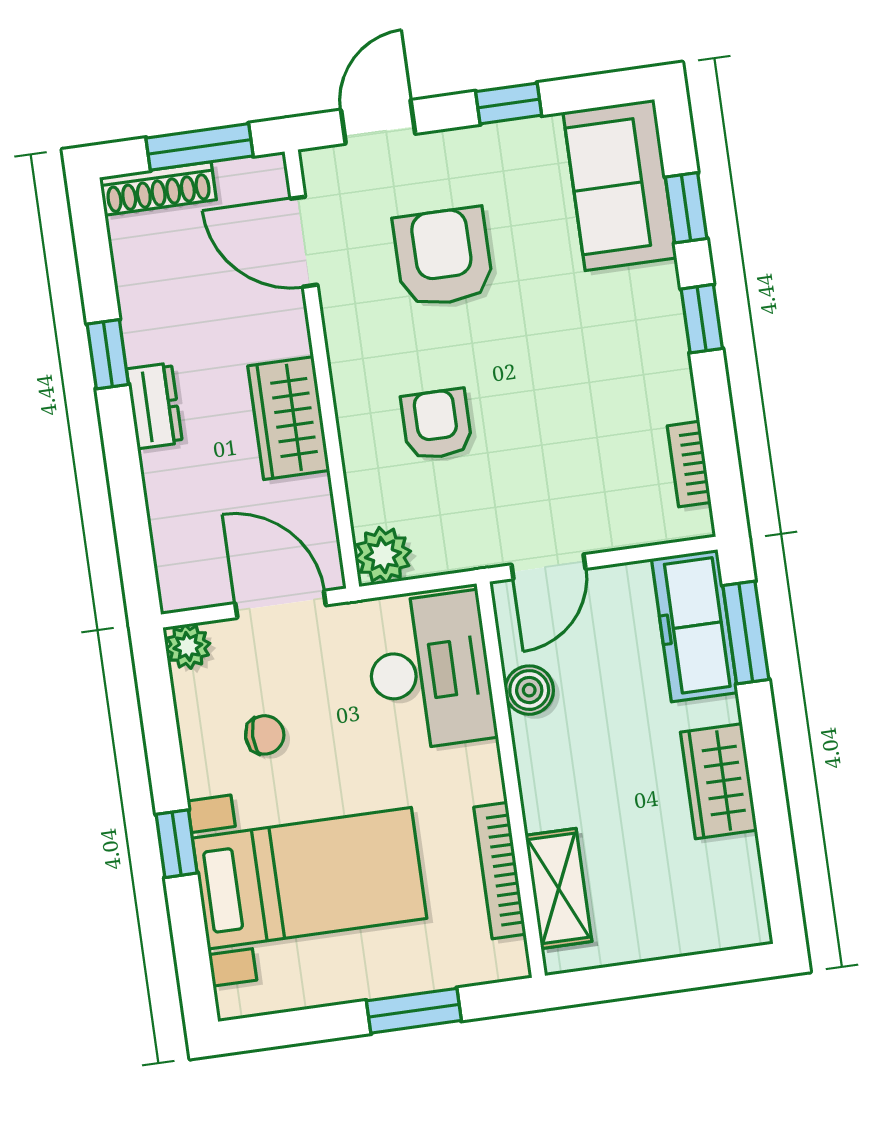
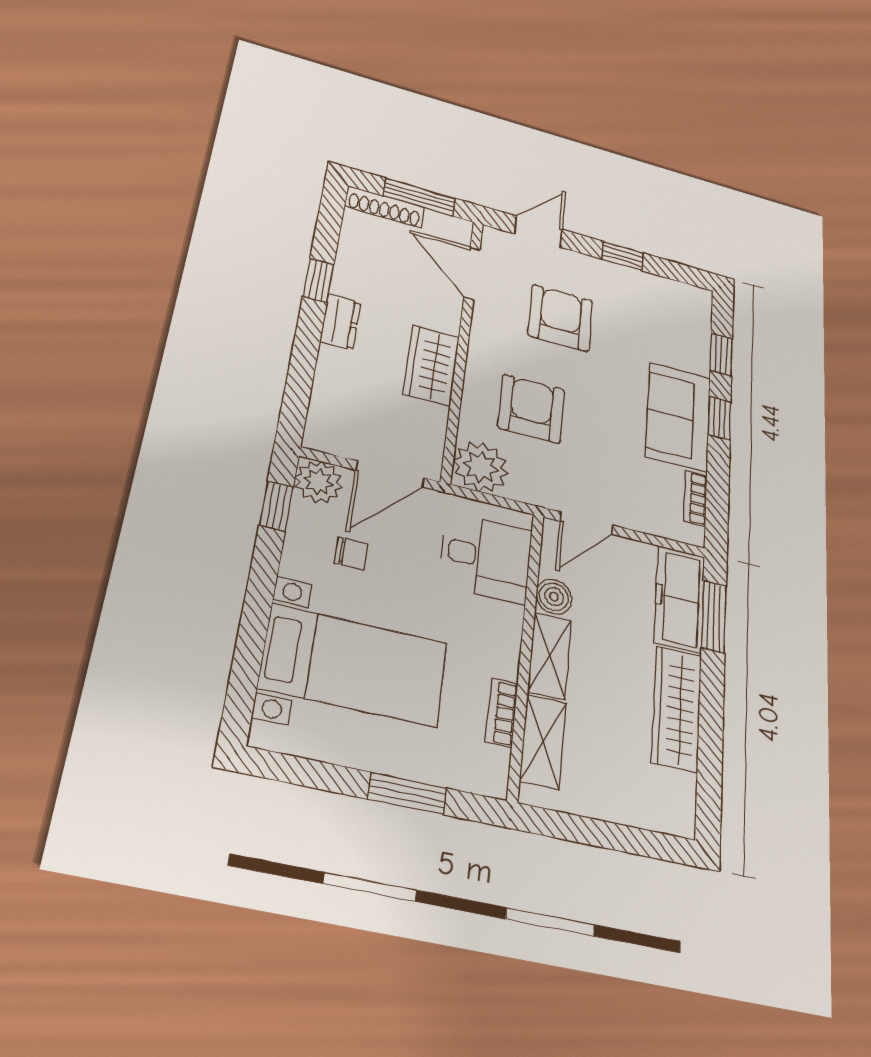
sofa: (620, 185) -> (678, 417), moved
armchair: (437, 424) -> (531, 409), width x1.38, depth x1.38
plant: (383, 555) -> (481, 467), width x1.36, depth x1.36
door: (281, 604) -> (390, 474), swing flipped
plant: (188, 646) -> (319, 482), width x1.38, depth x1.38
desk: (430, 671) -> (486, 557), width x0.73
shelving: (541, 773) -> (550, 656), added
wardrobe: (719, 781) -> (677, 709), width x1.50
window: (177, 844) -> (276, 506), moved
bookcase: (500, 871) -> (502, 713), width x0.64

